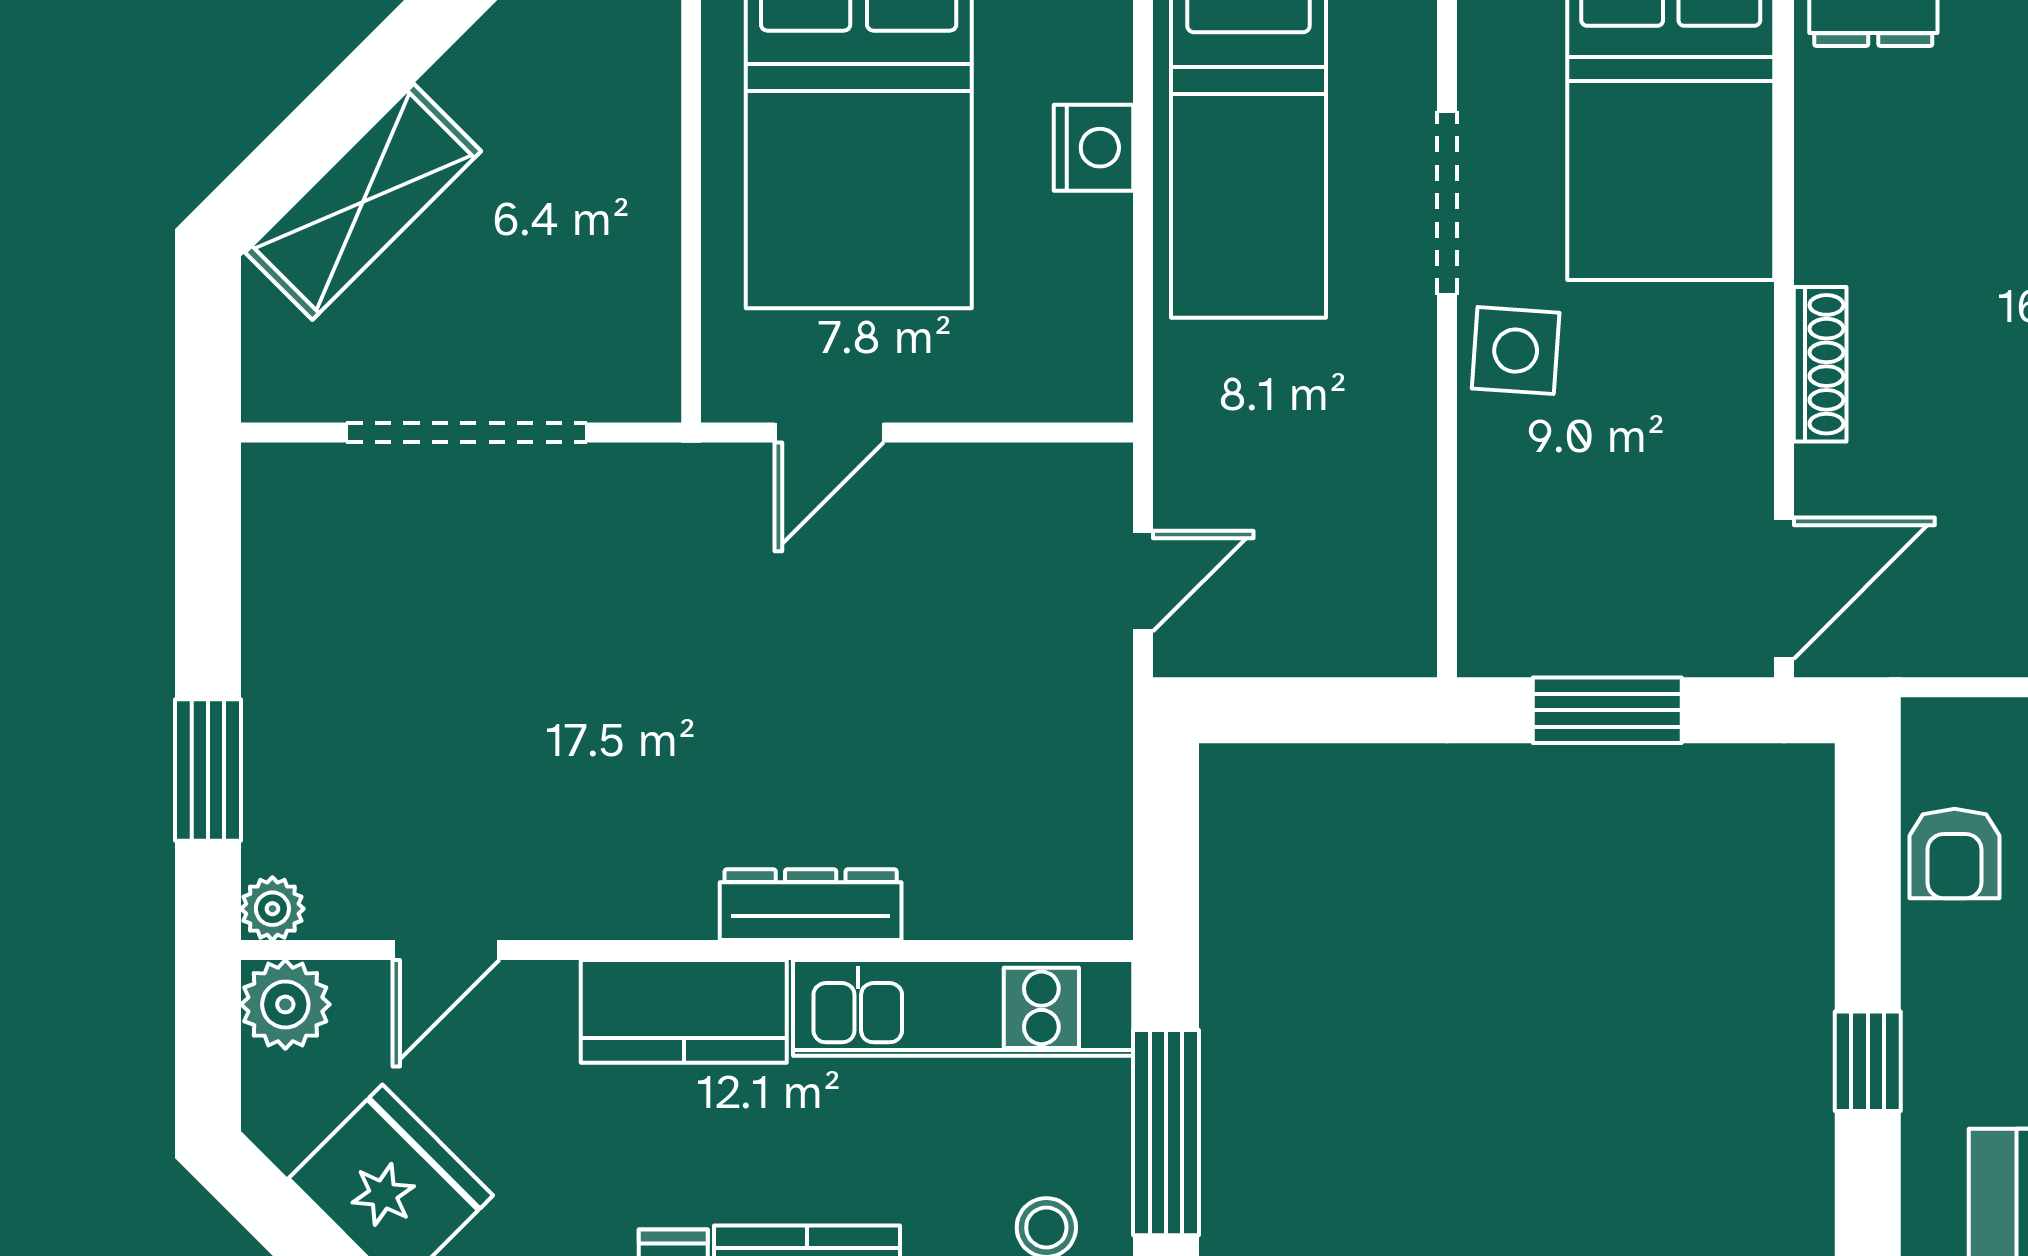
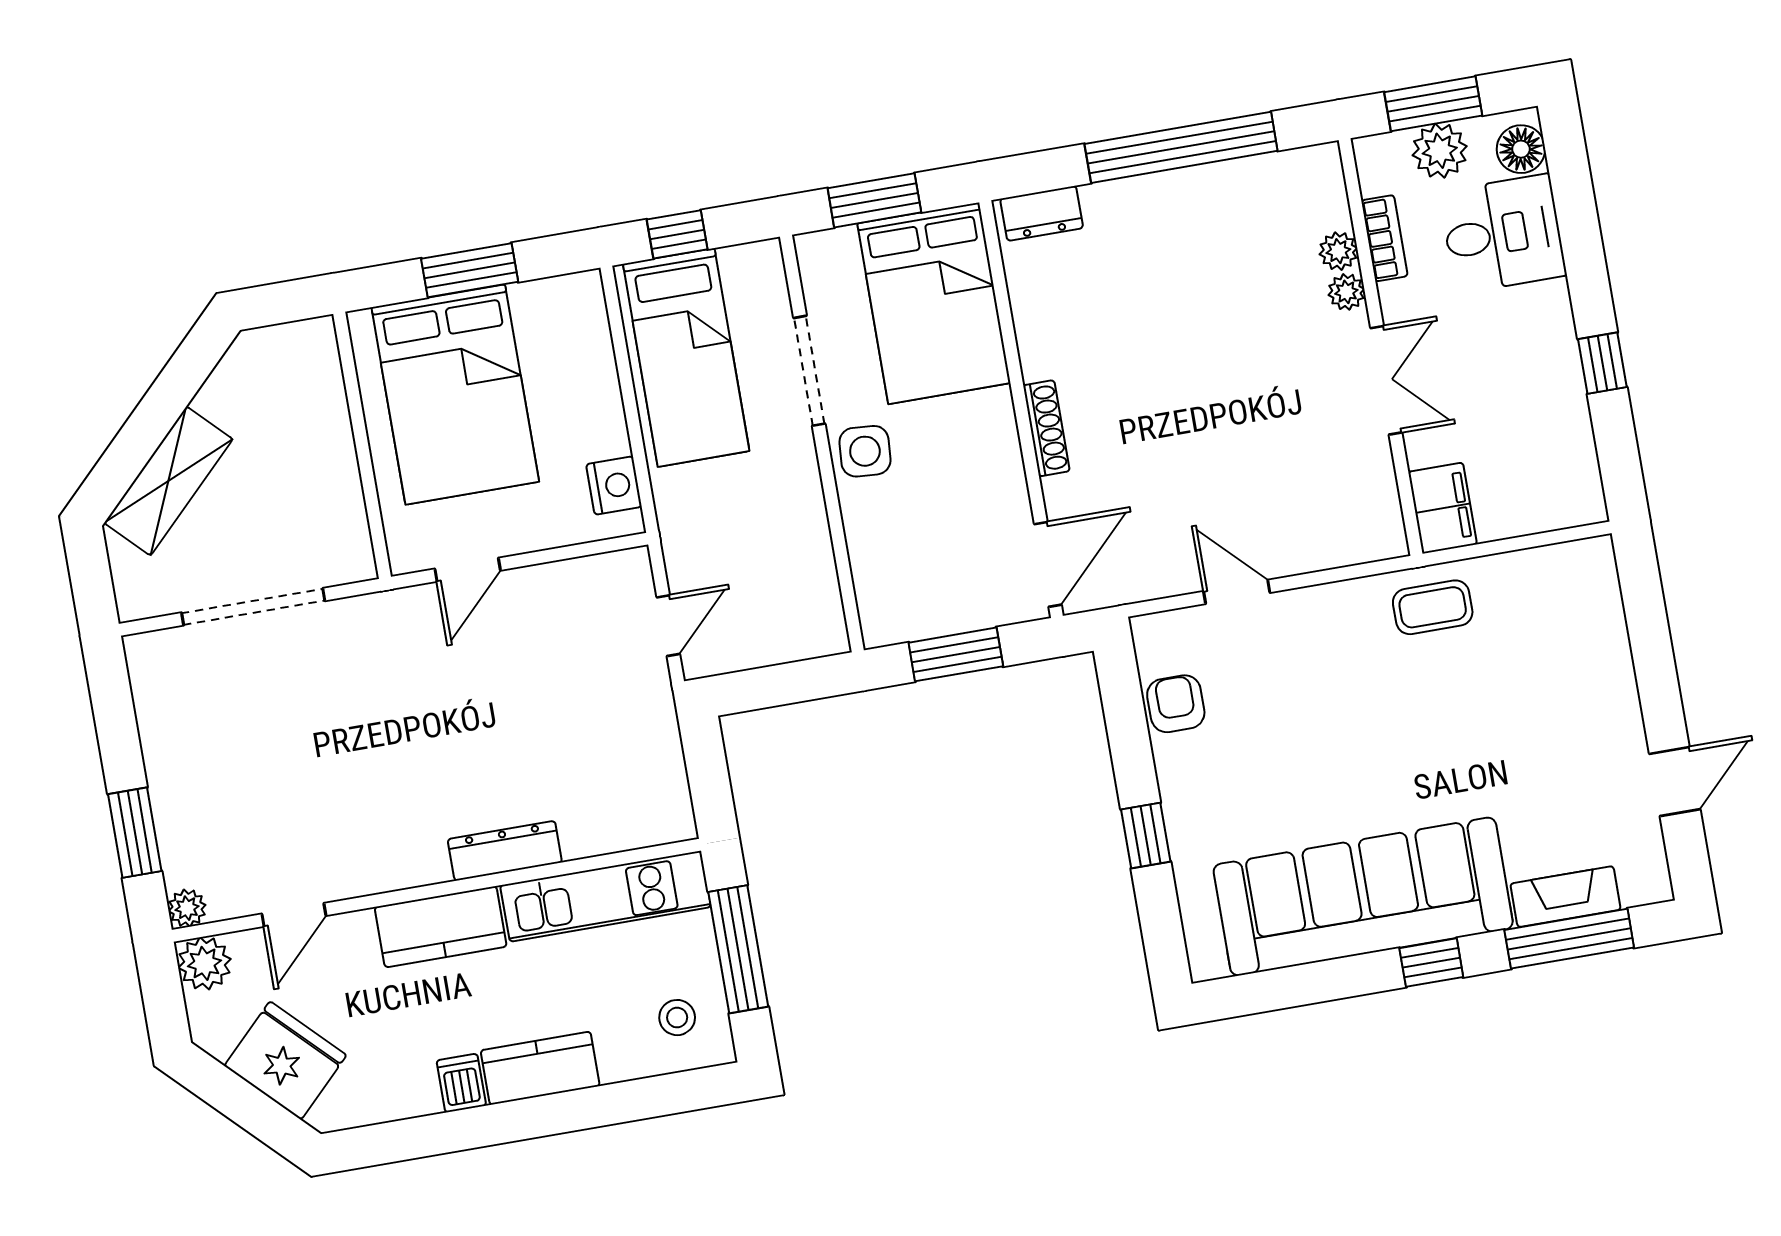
nightstand: (1094, 148) -> (614, 486), moved
armchair: (1955, 854) -> (1176, 704), turned 180

